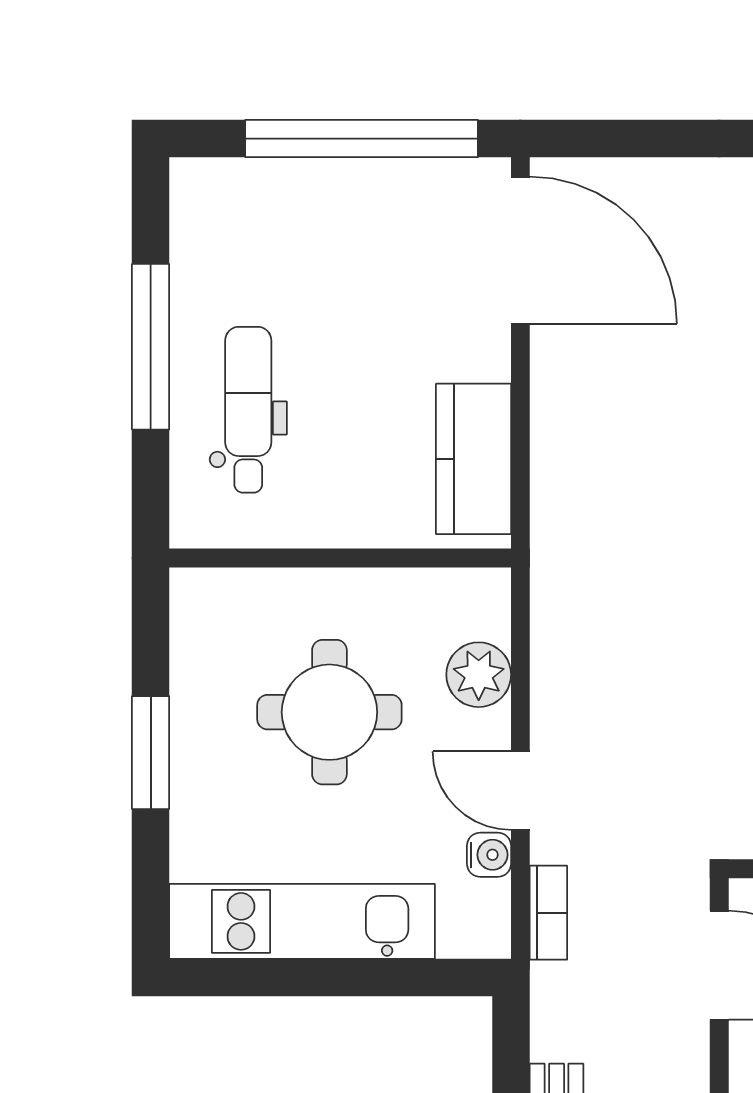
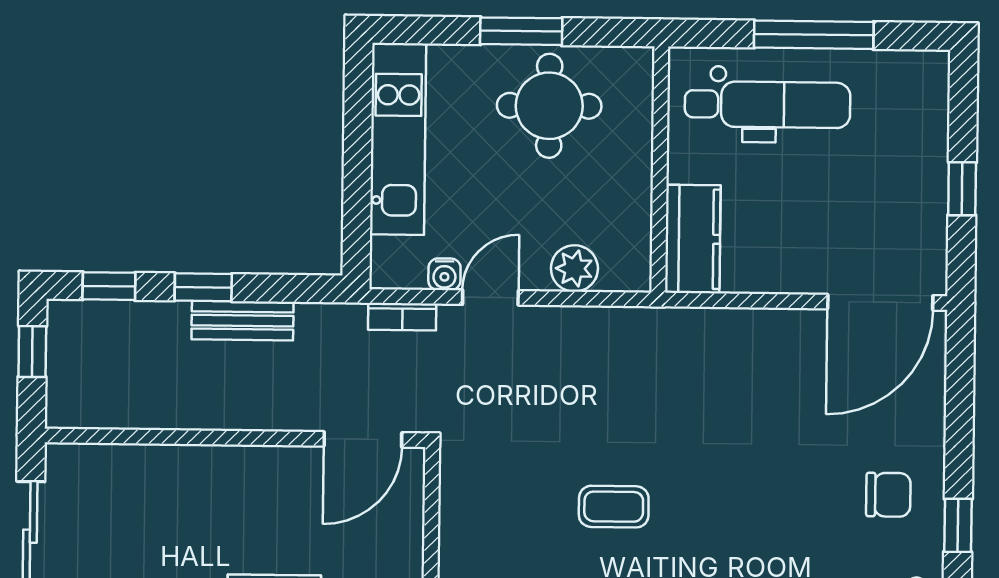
window: (362, 139) -> (962, 189), width x0.32
dental chair: (248, 410) -> (768, 105), width x1.36, depth x1.38
kitchen counter: (473, 459) -> (693, 239), moved, turned 90
round table: (329, 712) -> (549, 106), moved

